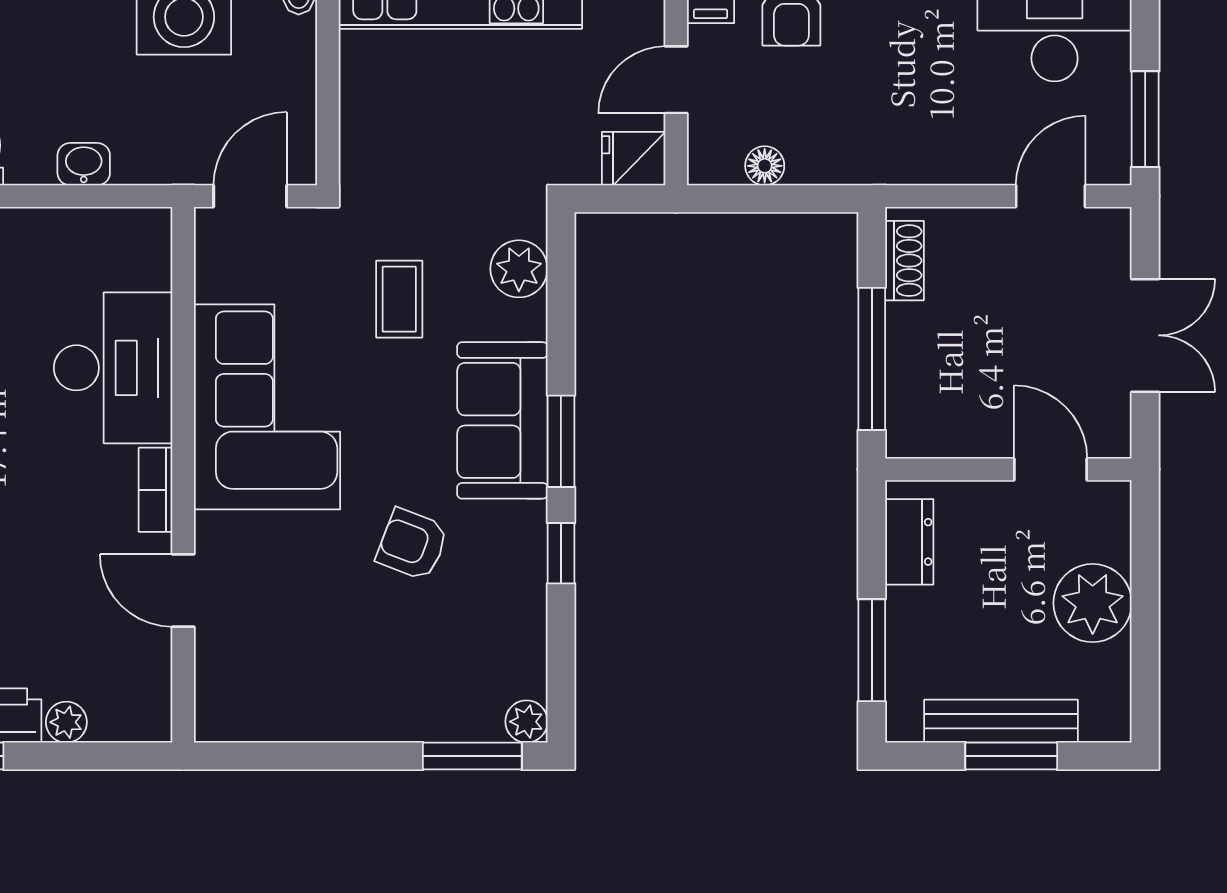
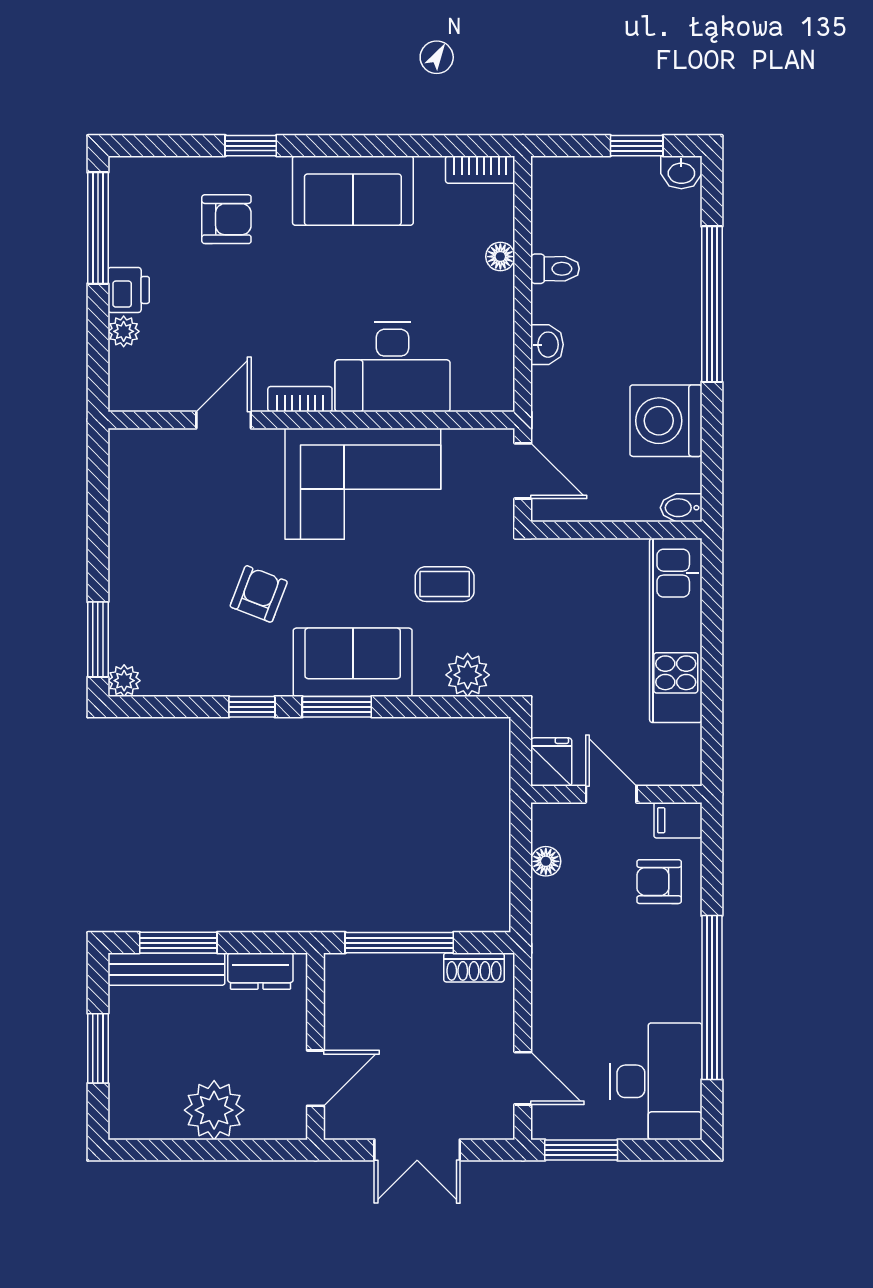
bench: (1001, 721) -> (166, 969), moved, turned 90

